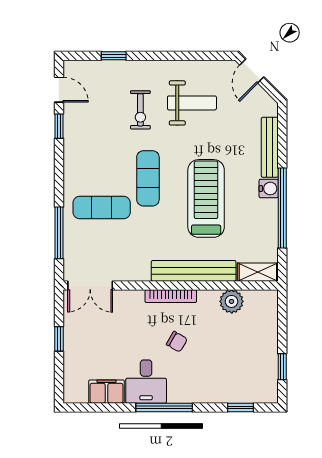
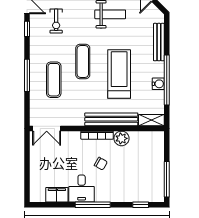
exercise bike: (140, 110) -> (56, 21), moved
water cooler: (269, 189) -> (158, 84), moved
exercise mat: (102, 207) -> (54, 80), turned 90
window: (59, 233) -> (27, 75), moved
plant: (232, 301) -> (122, 138), moved
window: (59, 339) -> (27, 162), removed
window: (282, 367) -> (167, 179), width x2.17

